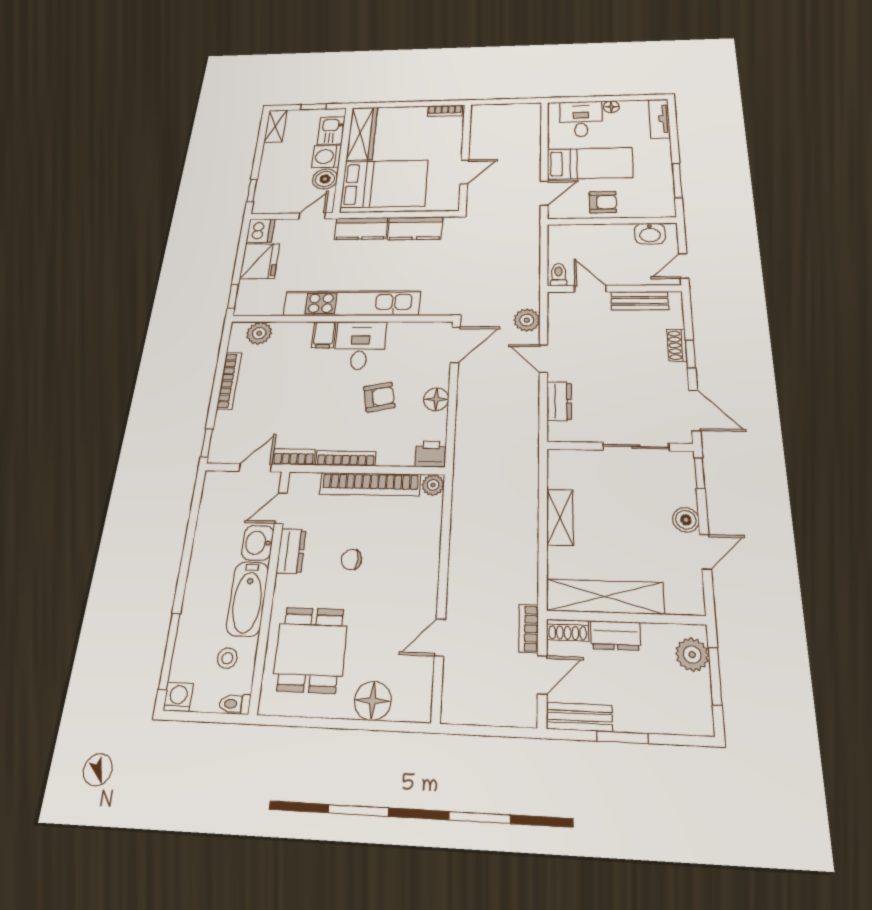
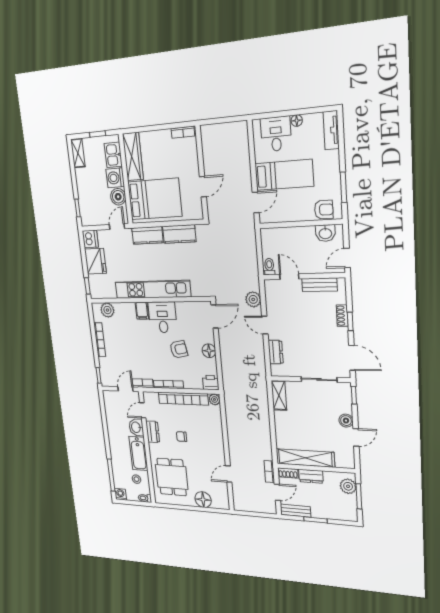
armchair: (603, 202) -> (324, 210), moved
shelving: (560, 517) -> (279, 395), moved

